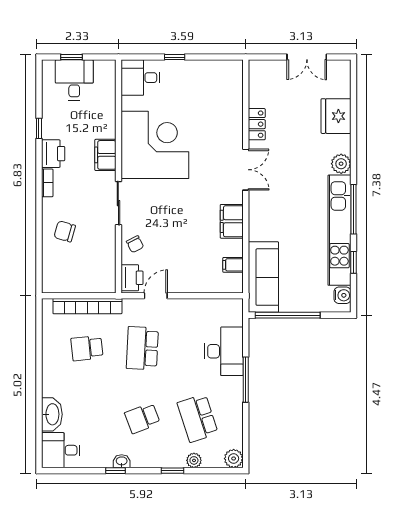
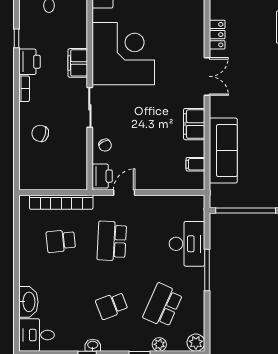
sofa: (263, 277) -> (223, 151), moved
school desk: (198, 418) -> (163, 305), turned 42

